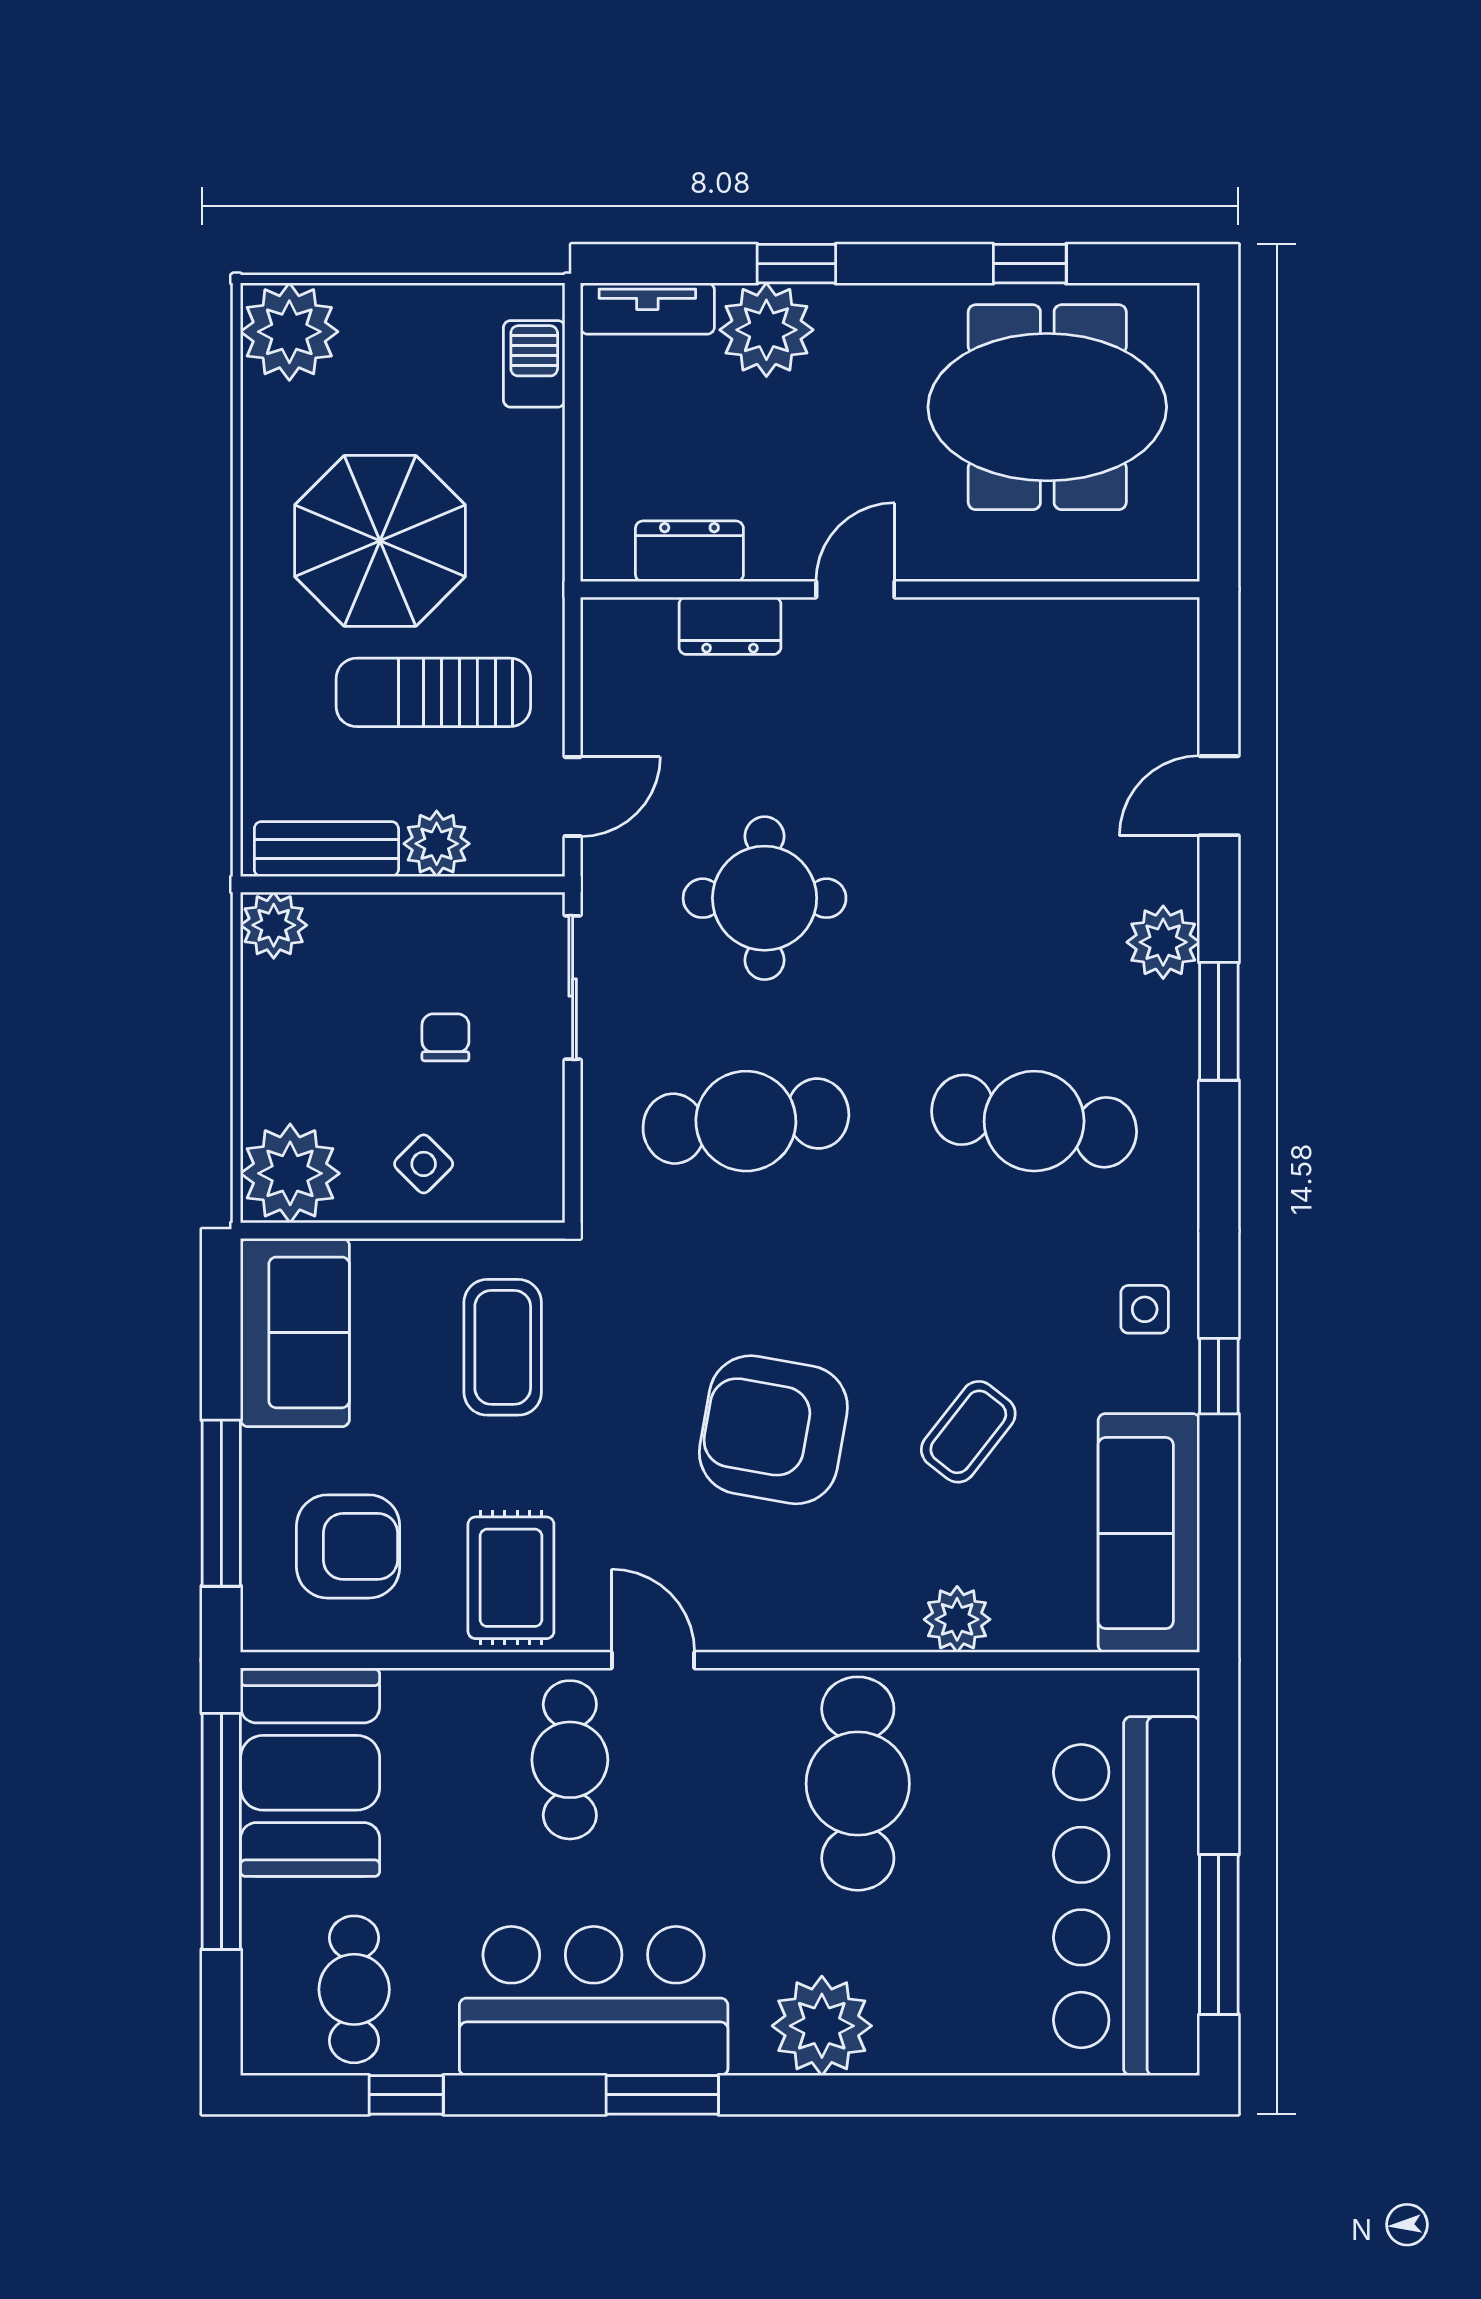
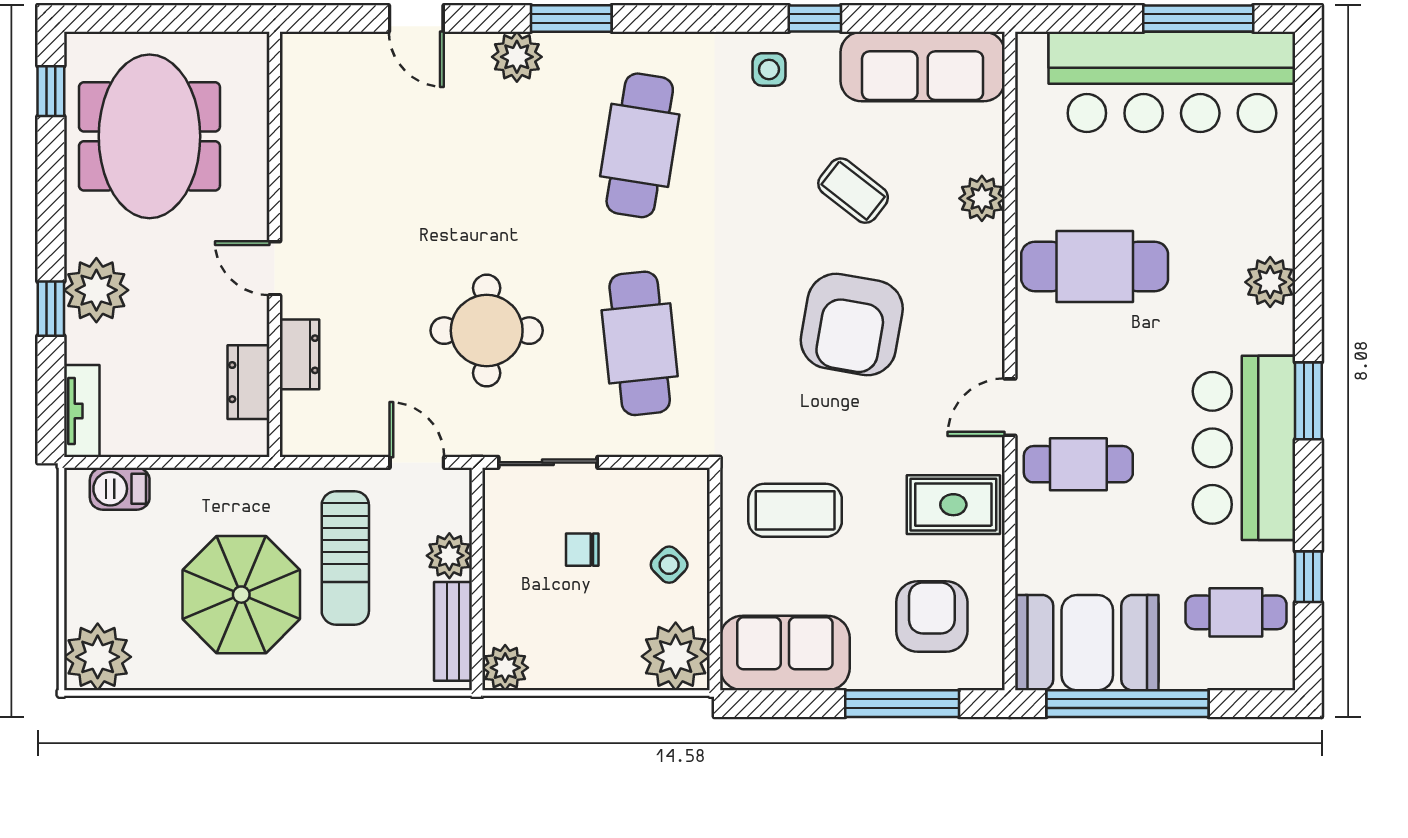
window: (1030, 264) -> (51, 91), moved
plant: (766, 330) -> (96, 290), moved
plant: (822, 2026) -> (1270, 282), width x0.73, depth x0.73

